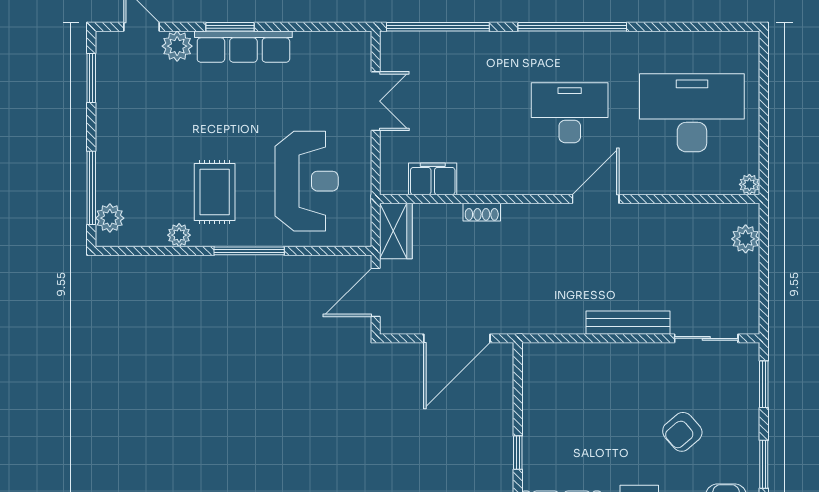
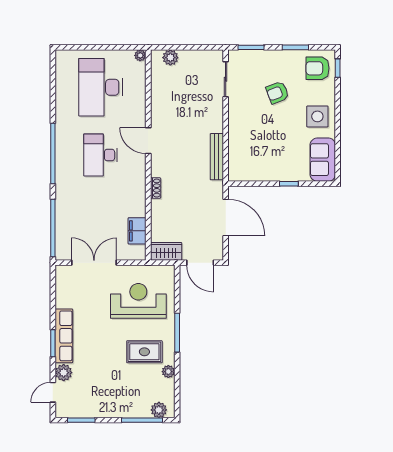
double door: (376, 101) -> (94, 263), width x1.37
shoe rack: (482, 212) -> (156, 188), moved
bench: (628, 323) -> (217, 157), moved
armchair: (682, 432) -> (277, 93), turned 110

